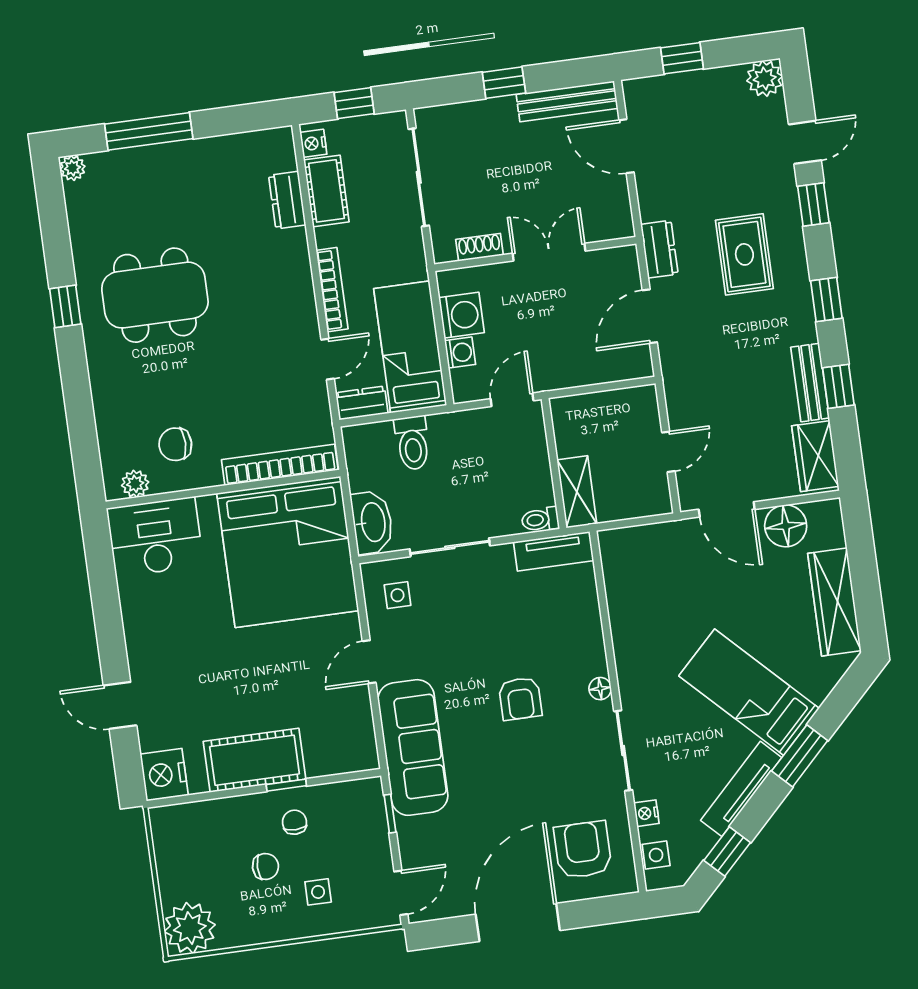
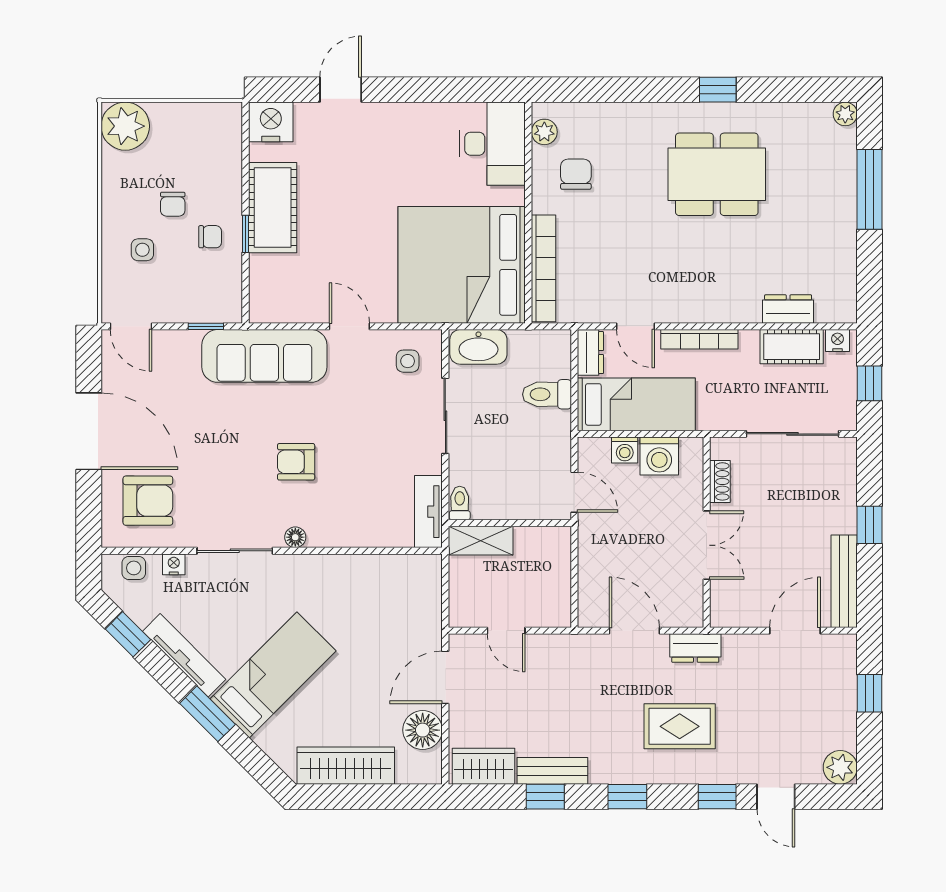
dining table: (155, 295) -> (717, 174), turned 90

